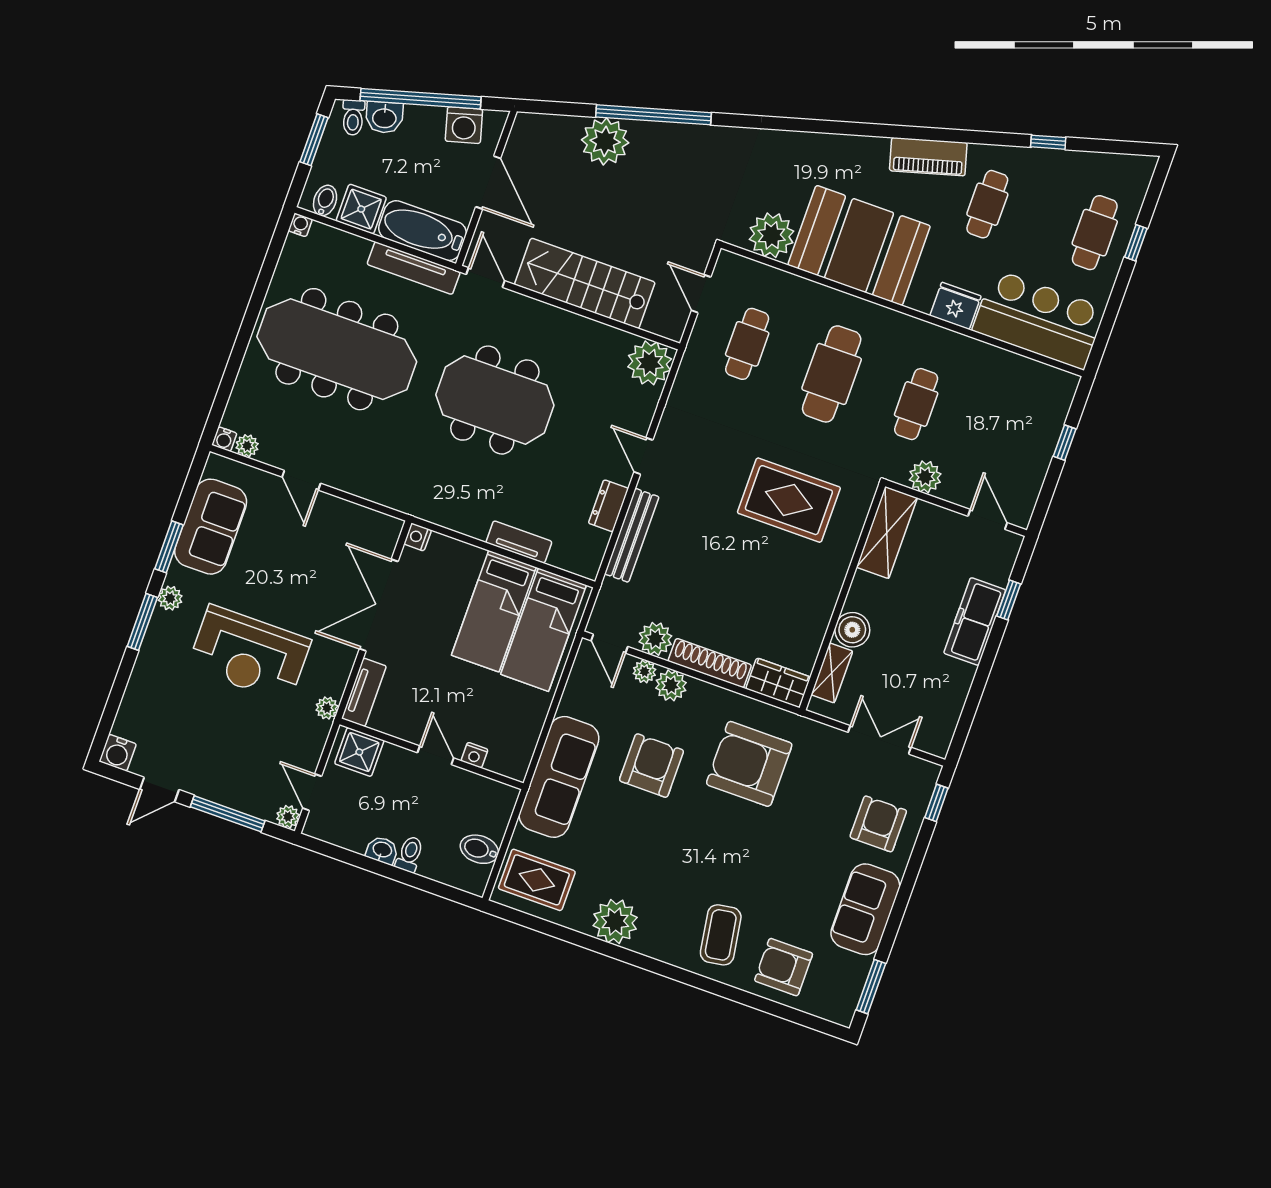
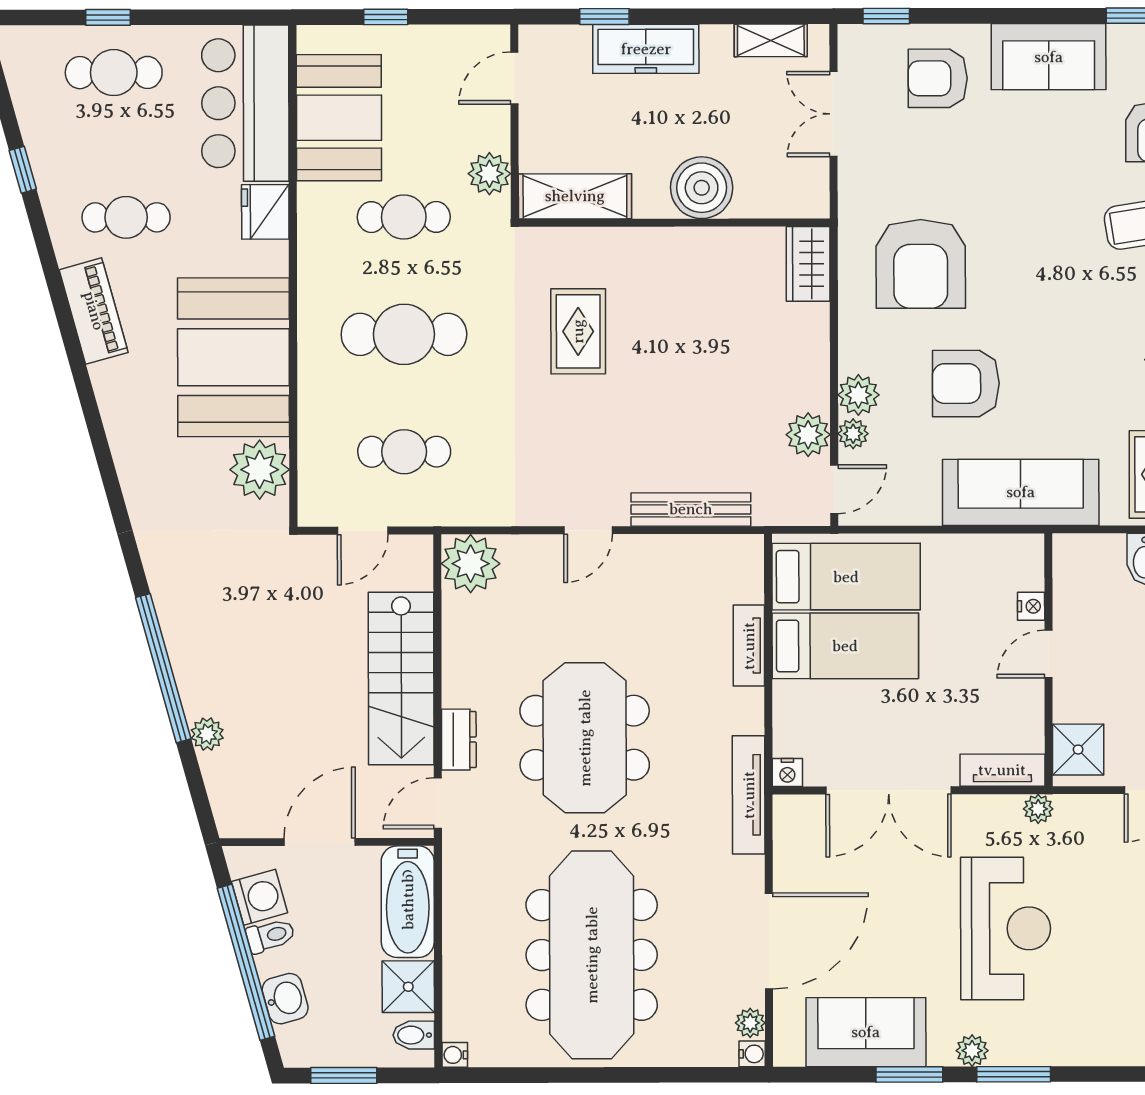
toilet: (353, 118) -> (270, 936), moved
plant: (605, 141) -> (207, 734), width x0.53, depth x0.53
tv unit: (414, 268) -> (749, 795), moved, turned 180
booth: (1004, 383) -> (339, 118), added
door: (301, 480) -> (769, 941), width x1.88
rug: (789, 500) -> (578, 331), width x0.73, depth x0.70
dresser: (608, 506) -> (459, 740), moved, turned -90
boiler: (852, 630) -> (702, 188), width x1.37, depth x1.37
shoe rack: (710, 663) -> (814, 357), removed
shelving: (832, 673) -> (771, 40), moved

